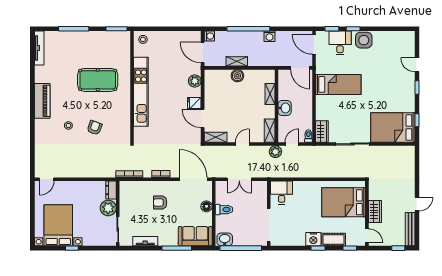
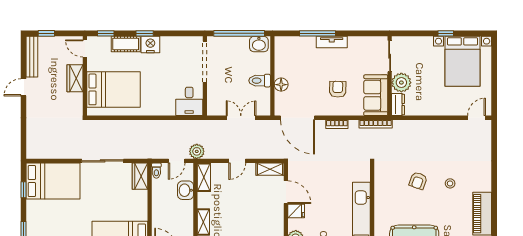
washbasin: (285, 108) -> (186, 190), moved
armchair: (160, 203) -> (338, 89), turned -89
sofa: (195, 236) -> (376, 95), moved, turned 90
tv unit: (145, 241) -> (332, 42), moved

